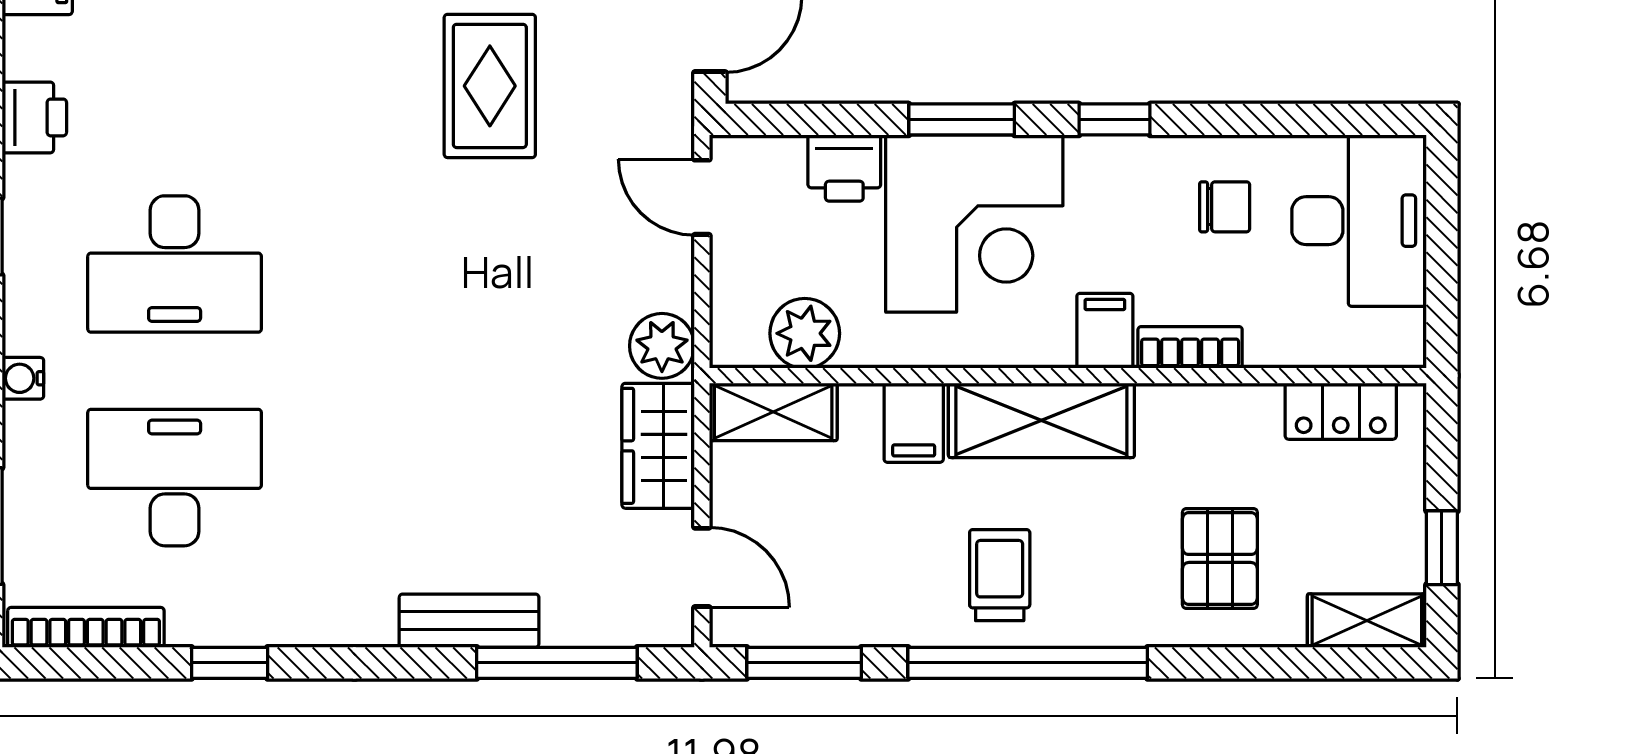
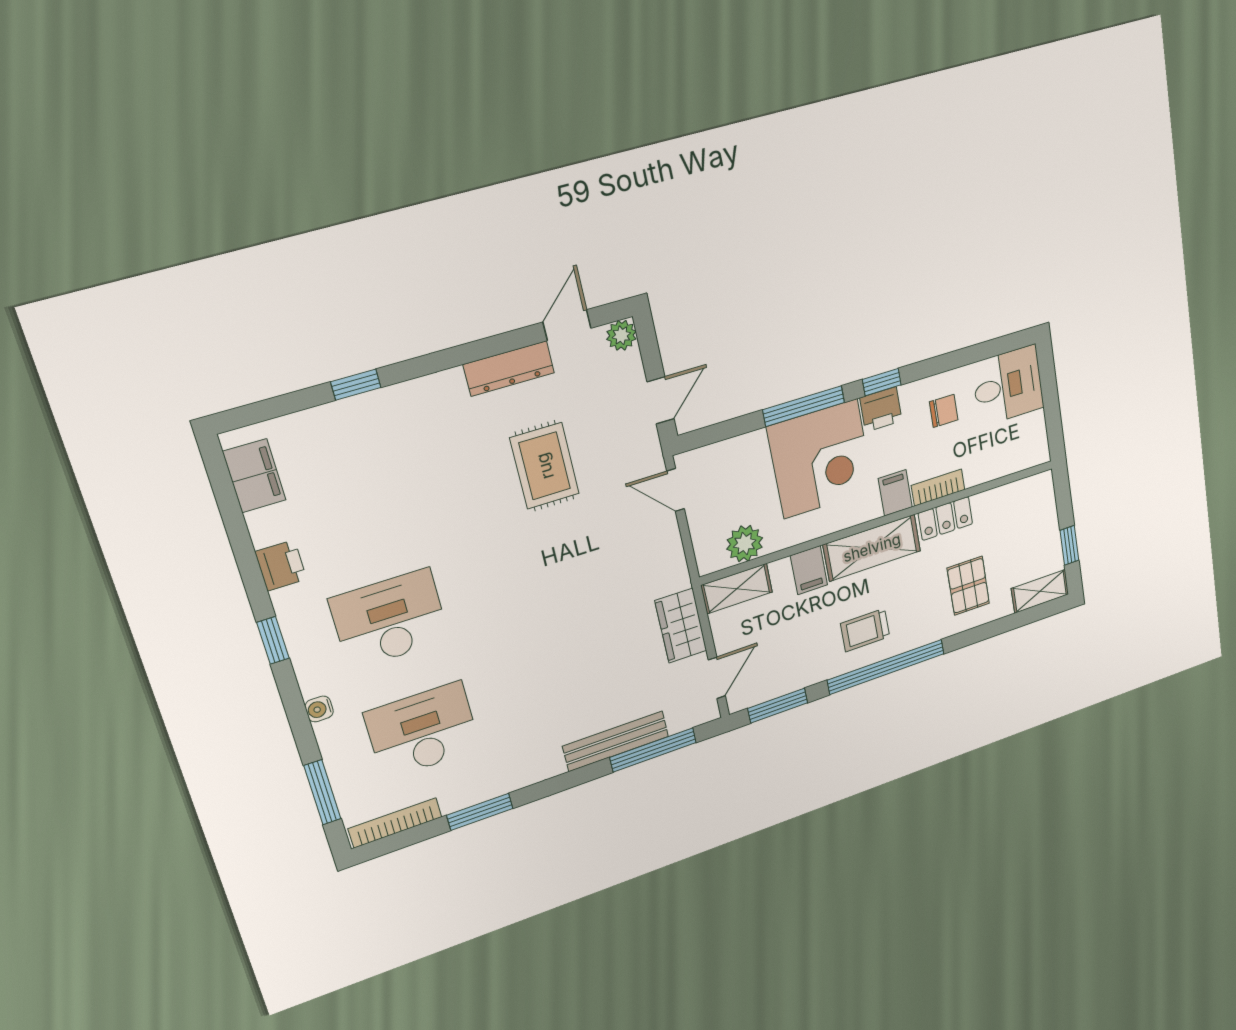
window: (962, 119) -> (804, 406), width x1.44
printer: (844, 168) -> (881, 409), moved
desk: (1359, 221) -> (1008, 386), width x0.73
desk: (175, 264) -> (390, 619), turned 180
plant: (662, 346) -> (672, 574), removed
locker: (1341, 411) -> (945, 519), moved
door: (702, 567) -> (717, 678), hinge flipped
trolley: (1000, 575) -> (865, 630), turned -90
bench: (469, 621) -> (616, 741), width x1.36
window: (230, 663) -> (480, 812), width x1.50

